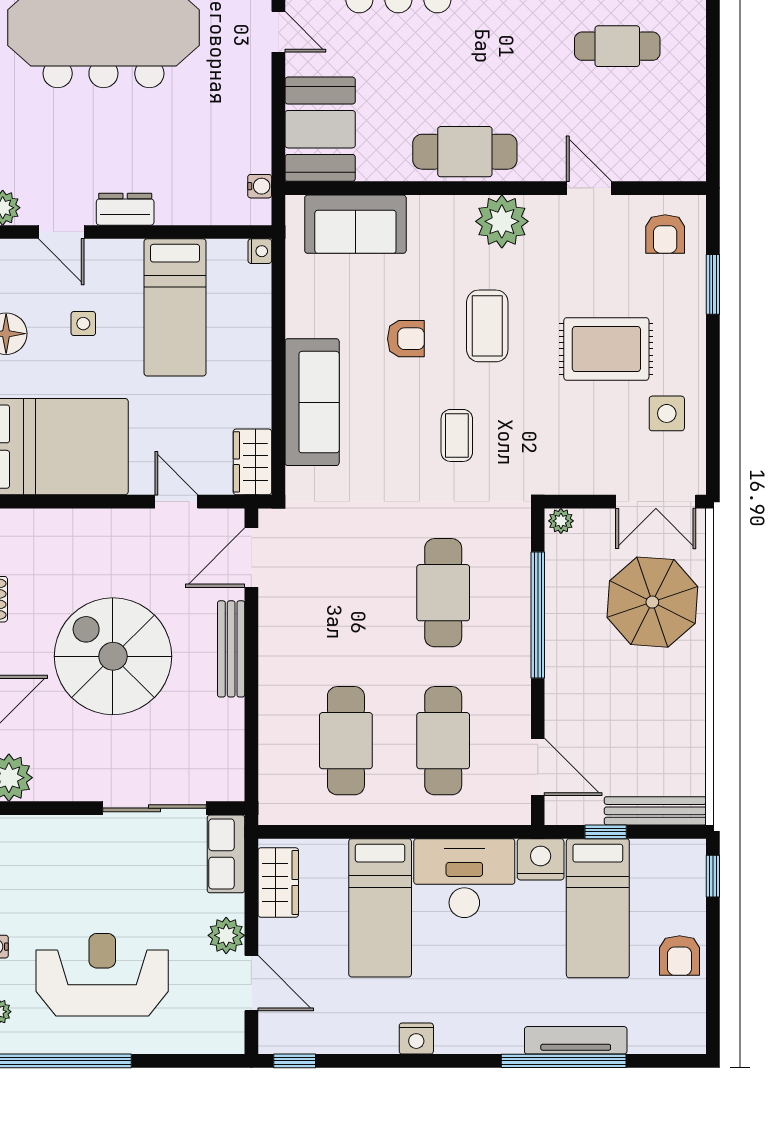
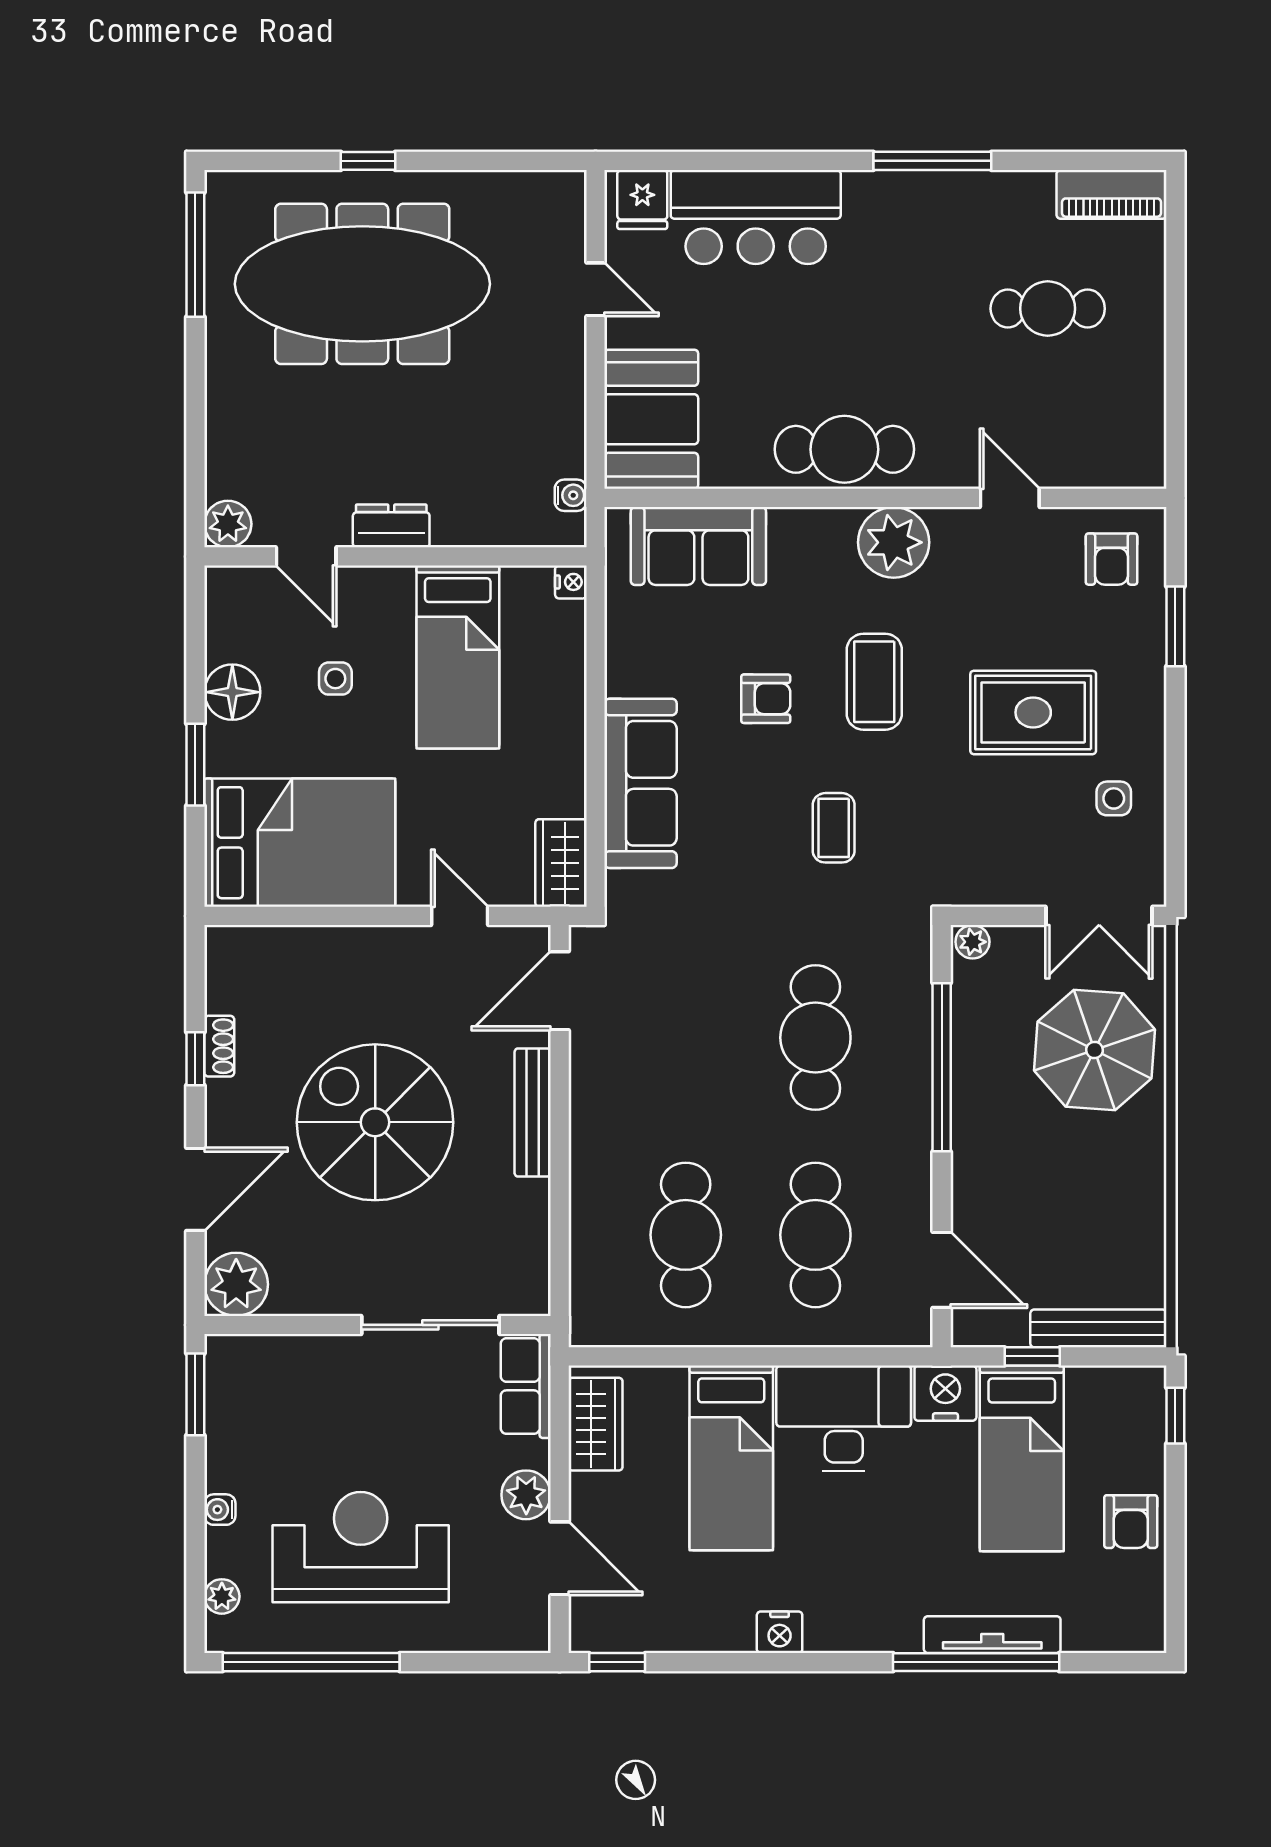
side table: (667, 413) -> (1114, 798), width x0.73, depth x0.73

